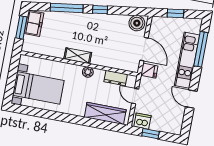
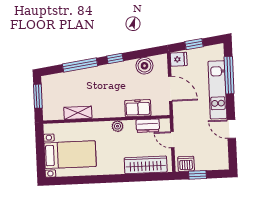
freezer: (34, 23) -> (138, 108), moved, turned -90
boiler: (137, 23) -> (144, 66), moved
shelving: (78, 56) -> (78, 113), moved
fridge: (149, 71) -> (179, 59), moved

